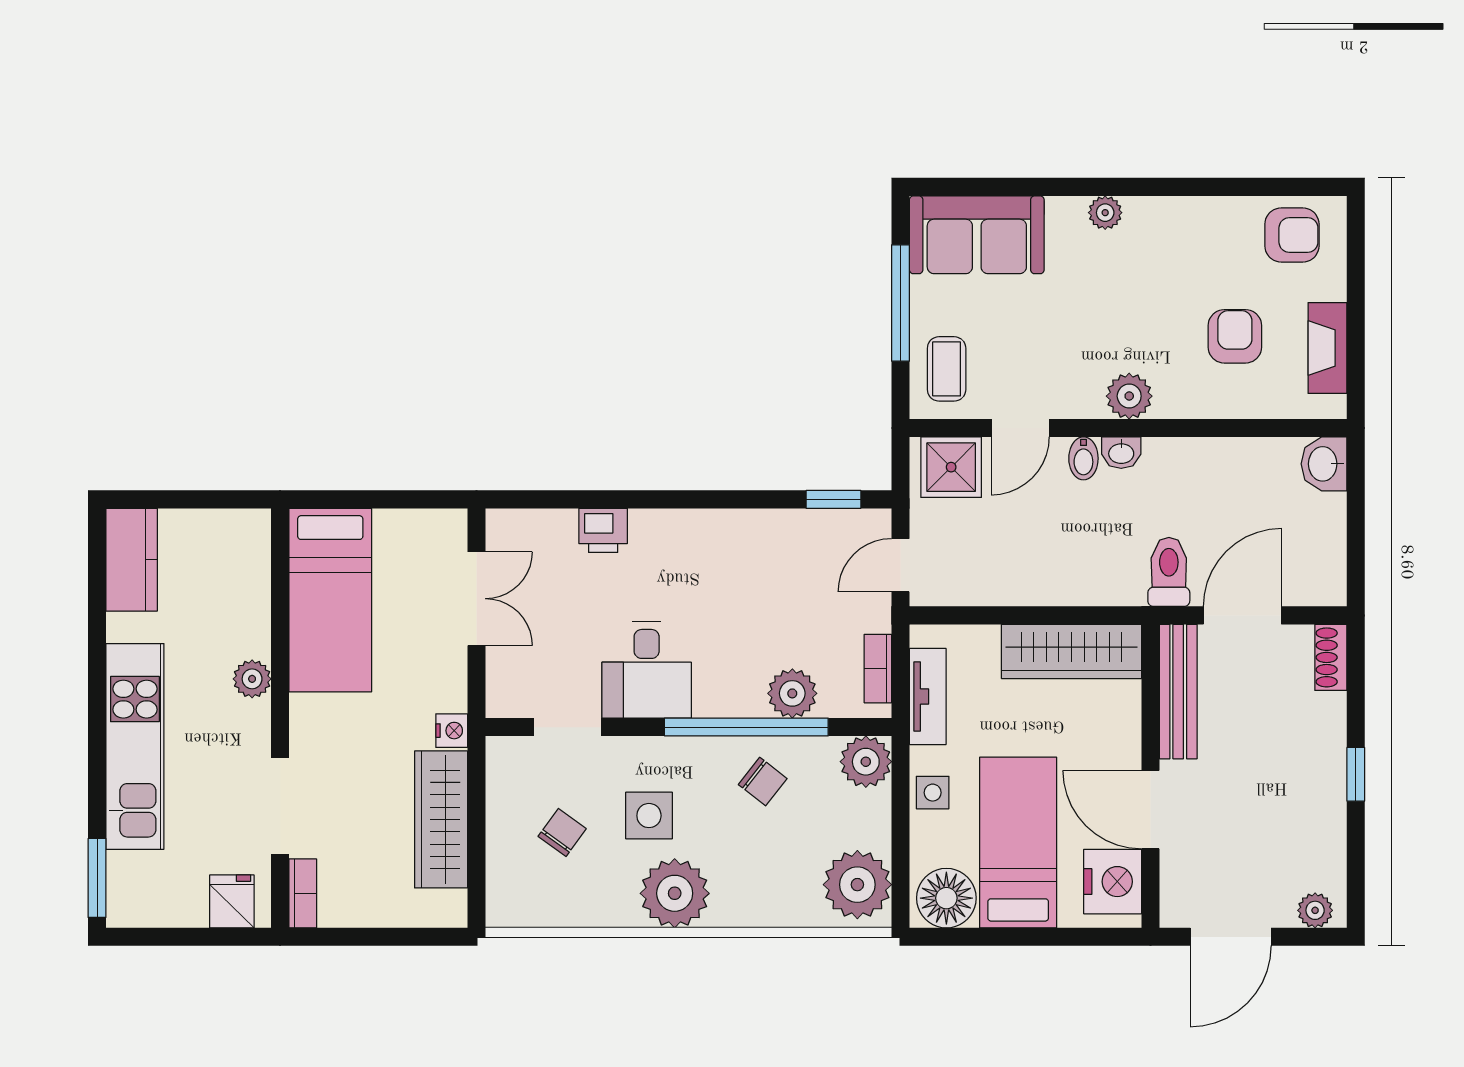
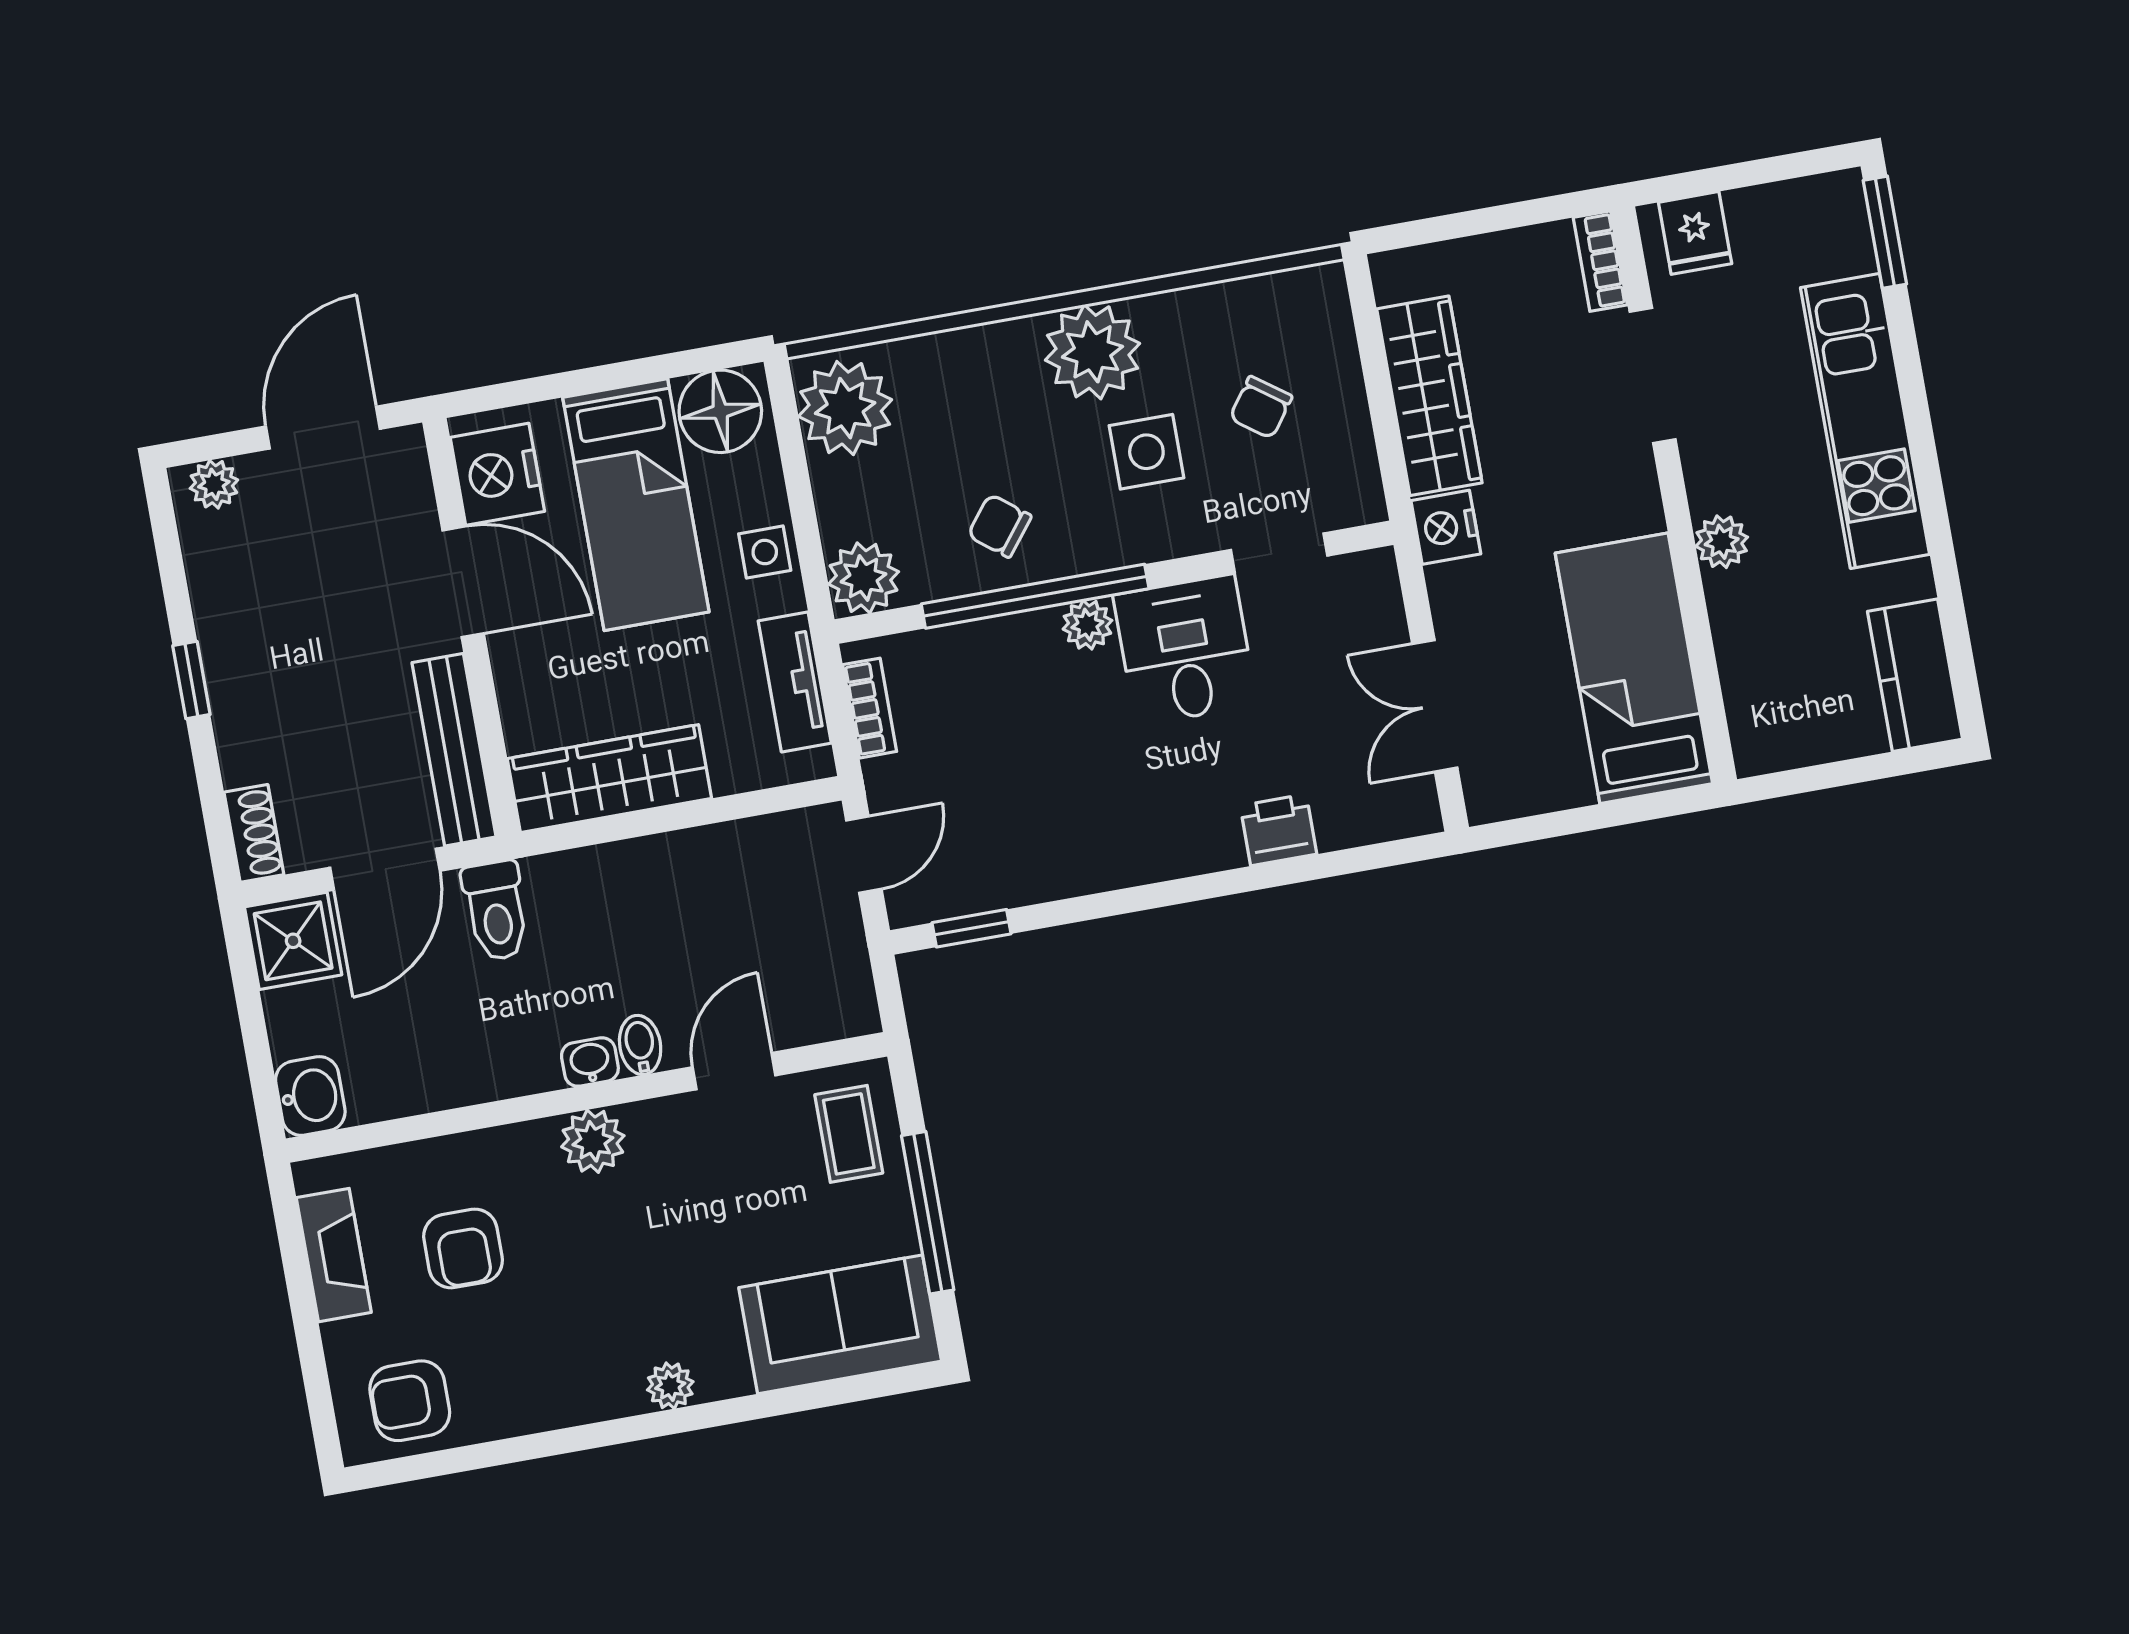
shower: (951, 467) -> (293, 941), moved
plant: (792, 693) -> (1087, 625), moved, width x0.73, depth x0.73
nightstand: (452, 731) -> (1446, 527), width x1.39, depth x1.35

